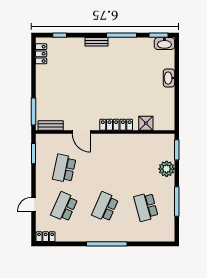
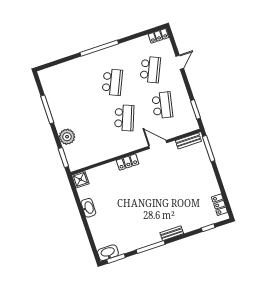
washbasin: (169, 78) -> (88, 208), moved
shower: (146, 123) -> (80, 179), moved
locker: (116, 125) -> (128, 162), width x0.66
school desk: (146, 207) -> (124, 118), moved, turned 36

